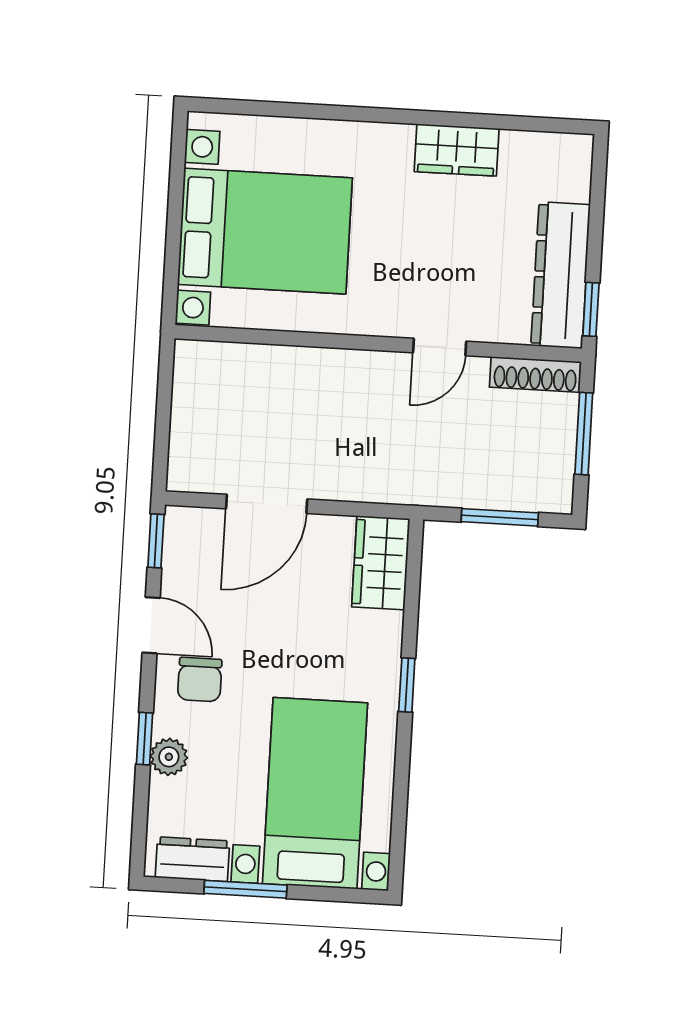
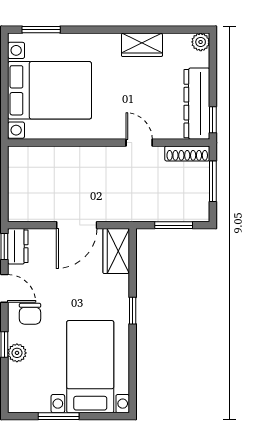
window: (255, 108) -> (41, 30), added
plant: (575, 151) -> (201, 42), added
door: (440, 347) -> (139, 143), swing flipped
door: (267, 504) -> (77, 225), moved
dresser: (192, 859) -> (18, 246), moved, turned 90

